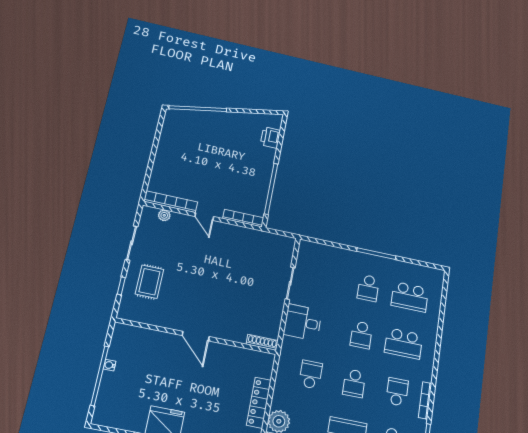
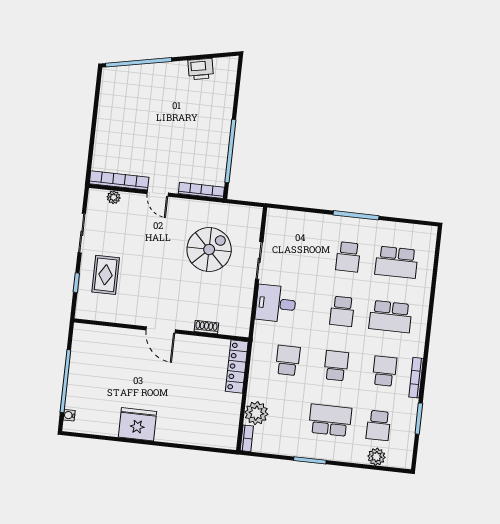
printer: (270, 138) -> (201, 69), moved, turned -101
spiral stairs: (246, 269) -> (209, 250), added
shoe rack: (262, 342) -> (206, 327), moved, width x0.70
water cooler: (110, 365) -> (69, 415), moved
school desk: (354, 383) -> (336, 366), turned 180
locker: (259, 403) -> (237, 367), moved

